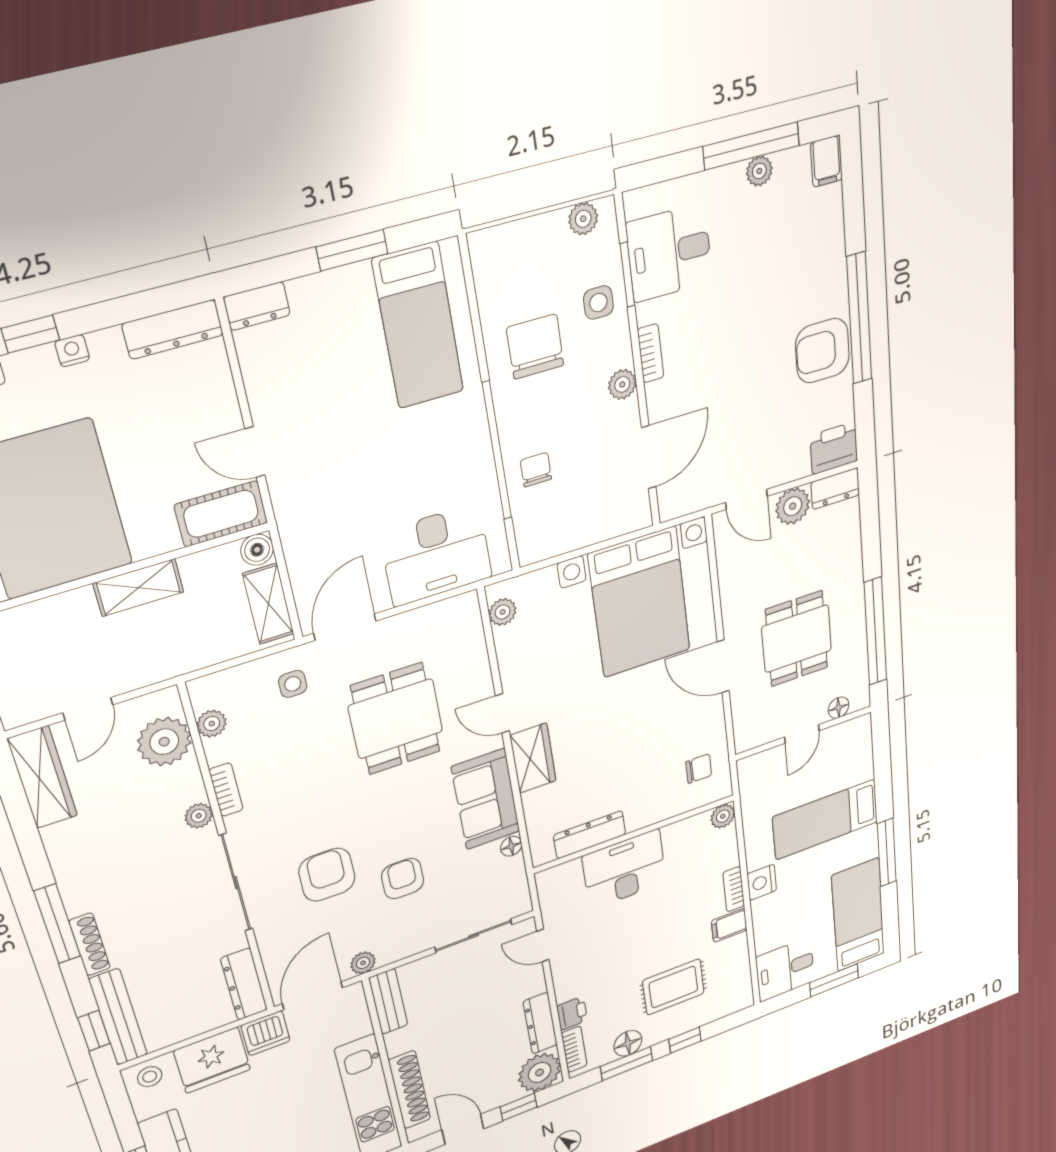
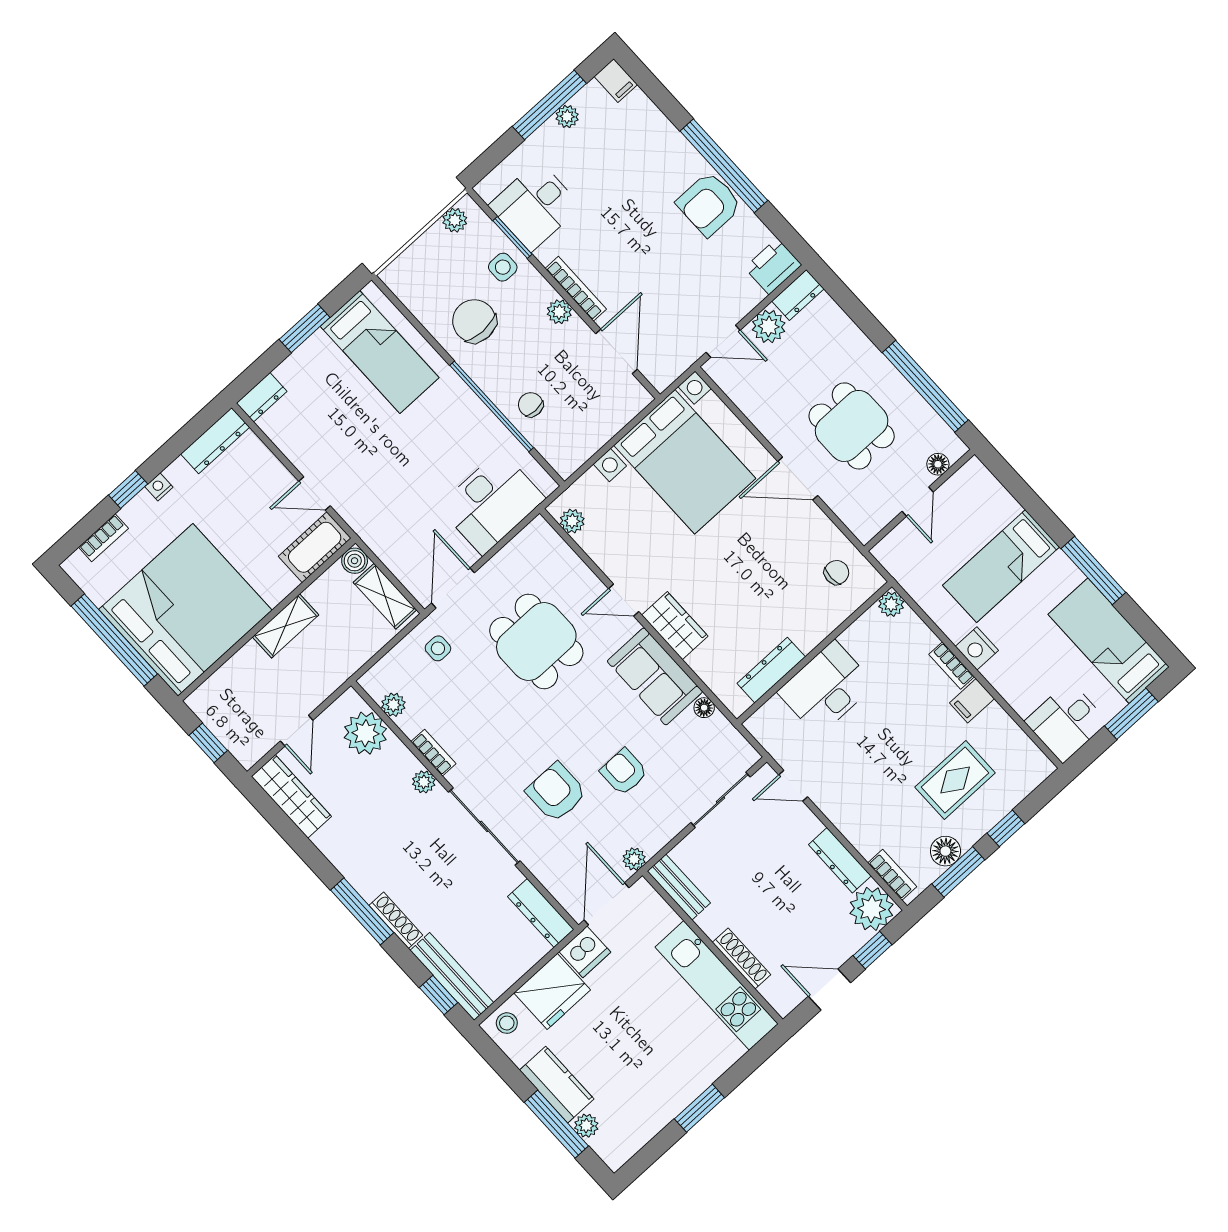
bookcase: (651, 353) -> (576, 289), width x1.56
printer: (572, 1013) -> (866, 840), removed
shoe rack: (410, 1090) -> (742, 959), width x0.74, depth x0.81

